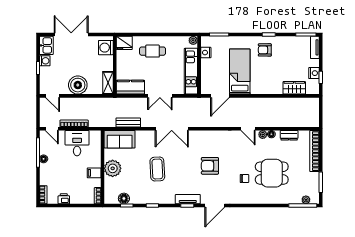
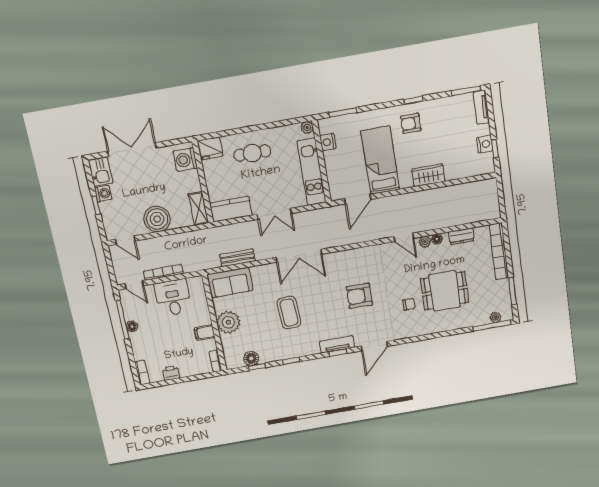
wardrobe: (294, 88) -> (428, 175), moved

